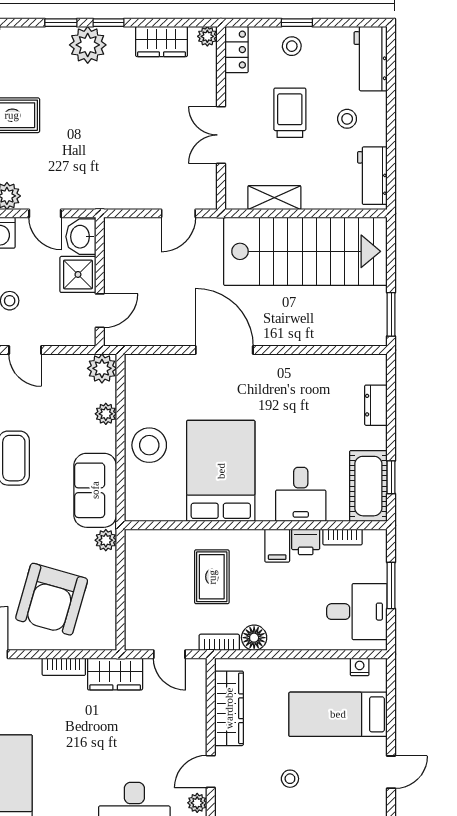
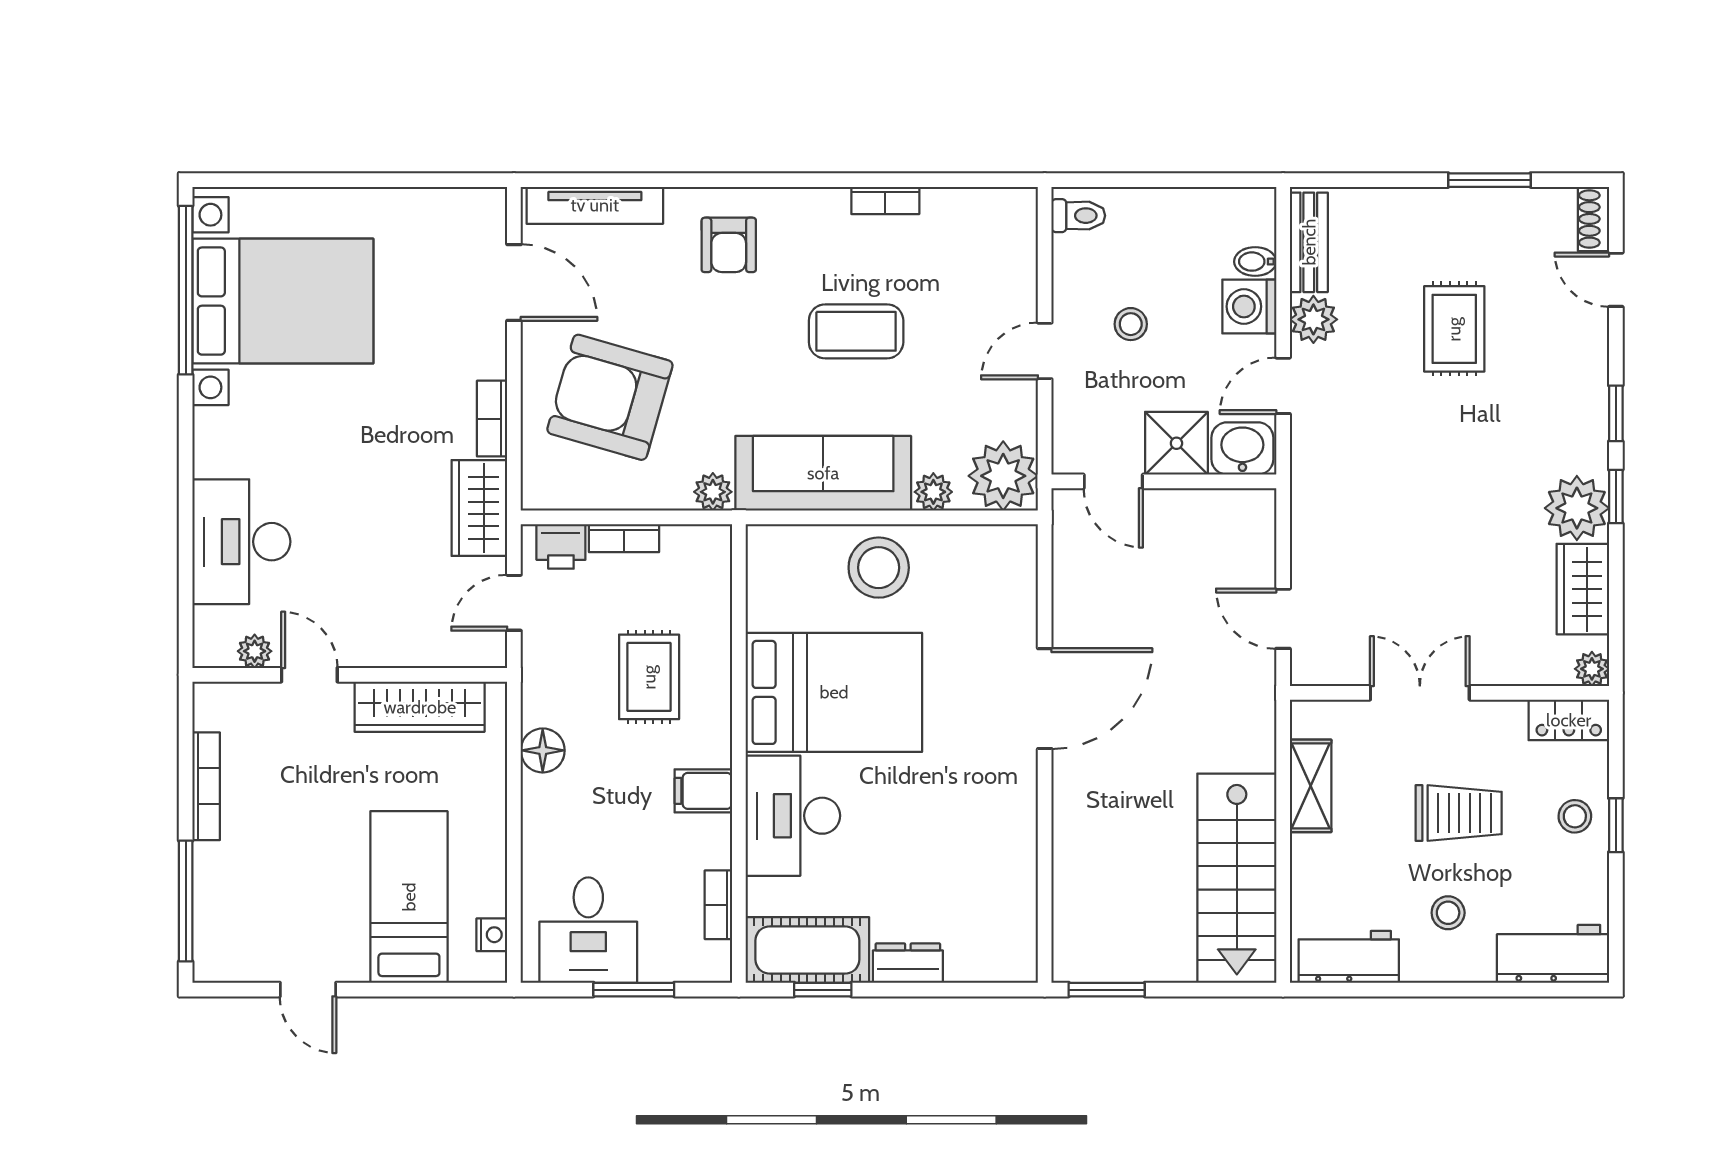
plant: (88, 45) -> (1577, 508), moved
stairs: (305, 251) -> (1237, 878), width x0.73, depth x0.66
plant: (102, 368) -> (1003, 476), width x1.36, depth x1.36
dresser: (376, 405) -> (908, 963), moved
sofa: (95, 490) -> (823, 473), width x1.36
desk: (301, 494) -> (793, 816), width x1.37
printer: (306, 542) -> (561, 546), moved, turned -90
rug: (212, 577) -> (649, 677), turned 90
bookcase: (219, 642) -> (624, 538), moved, turned 90
stool: (290, 779) -> (297, 813), removed

